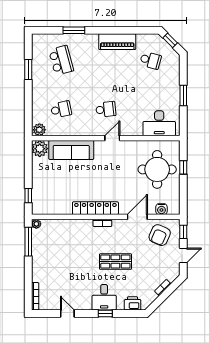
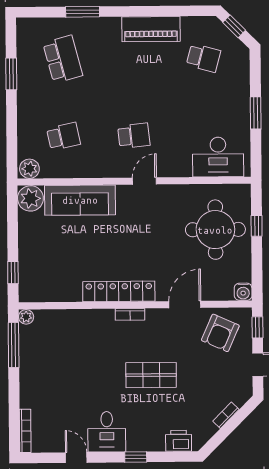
water cooler: (161, 209) -> (243, 292), moved
desk: (104, 297) -> (107, 432), moved

